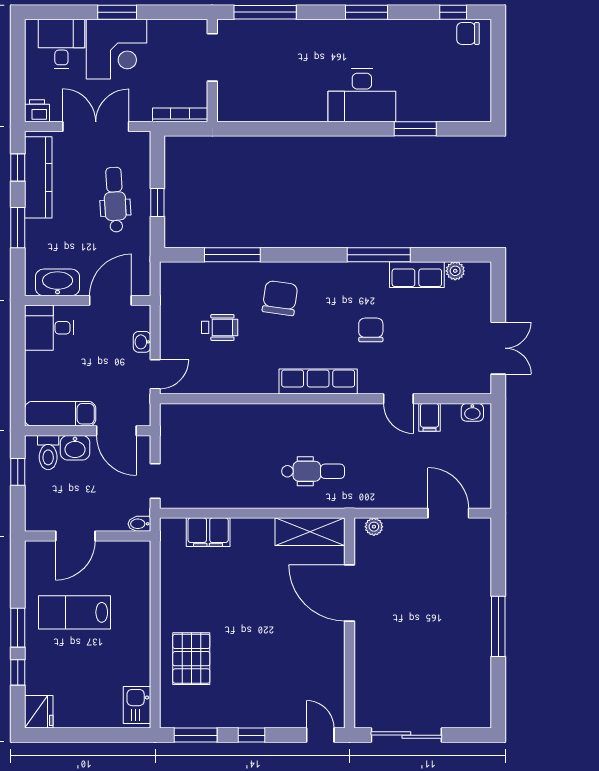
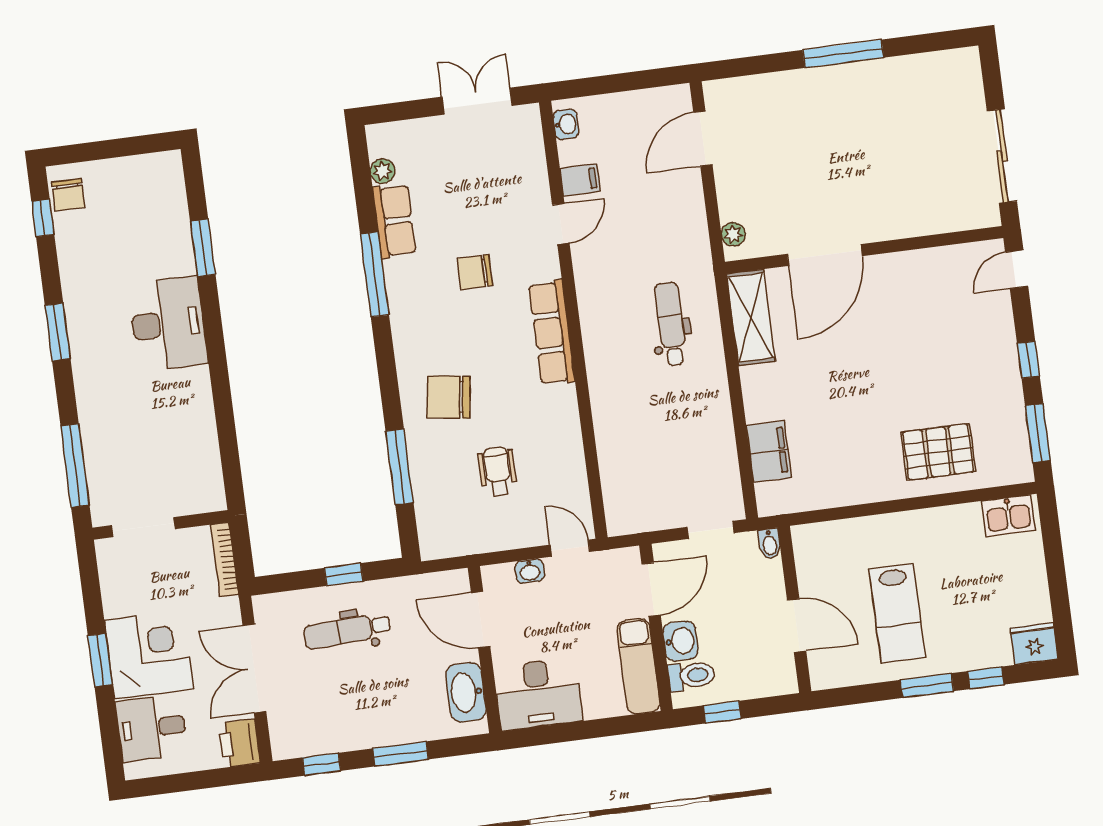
printer: (37, 111) -> (239, 743), width x1.36, depth x1.24
kitchen counter: (38, 177) -> (331, 736), removed
desk: (49, 328) -> (538, 694), width x1.37

